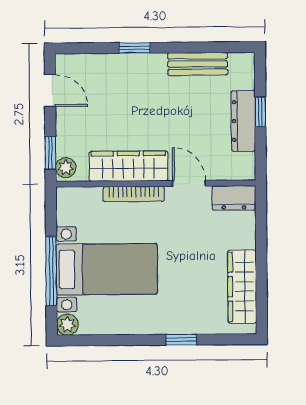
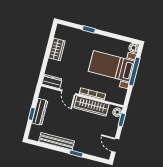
bench: (198, 64) -> (57, 141), width x1.36
wardrobe: (242, 287) -> (57, 49), width x0.67

